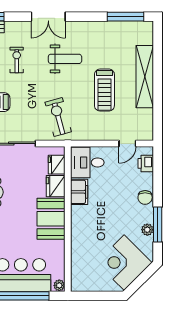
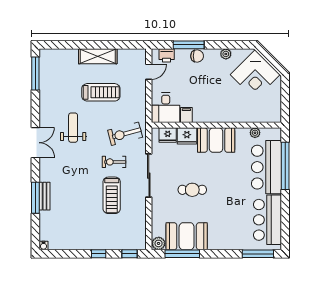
exercise bike: (17, 60) -> (114, 162), moved
shelving: (145, 77) -> (98, 56), width x0.68
door: (127, 143) -> (149, 72), hinge flipped
filing cabinet: (79, 192) -> (186, 115), width x0.50
window: (158, 224) -> (189, 45), moved
plant: (59, 285) -> (255, 133), moved

